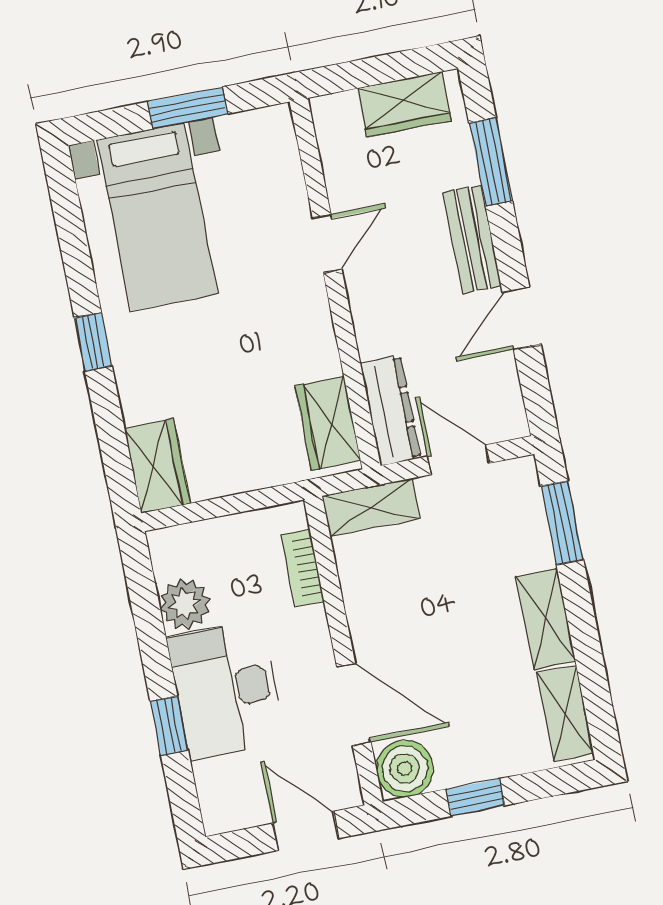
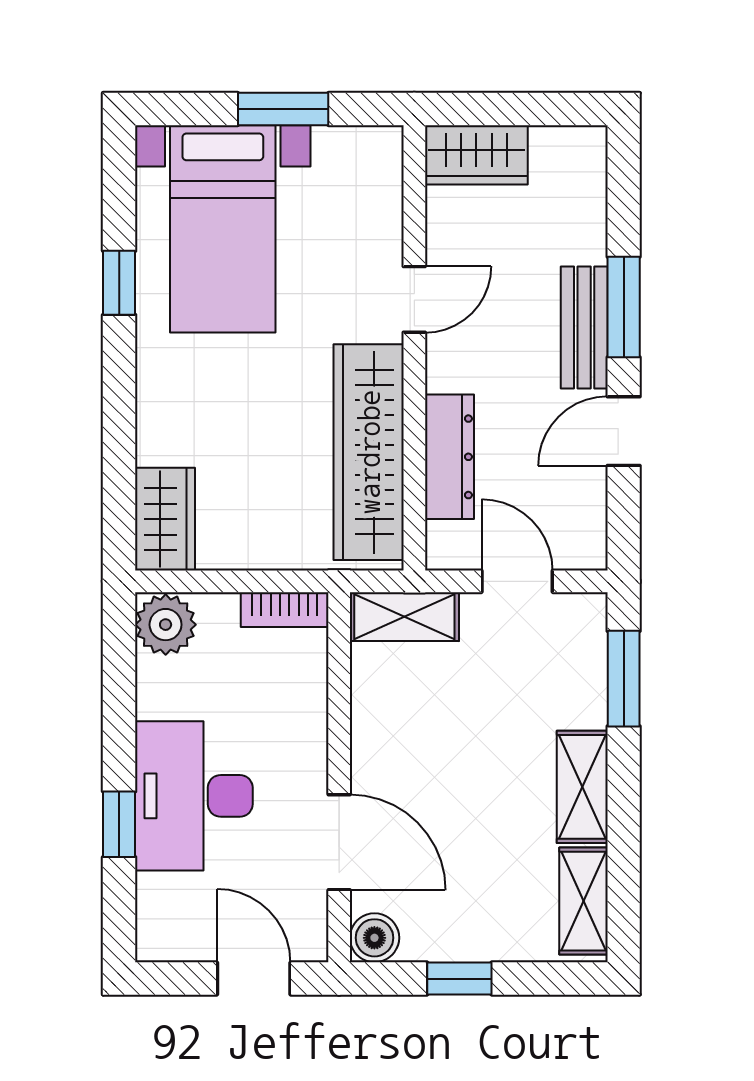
wardrobe: (404, 104) -> (476, 155), moved
window: (491, 162) -> (624, 307), moved
window: (93, 342) -> (119, 283), moved
dresser: (390, 410) -> (449, 457), moved
wardrobe: (328, 423) -> (369, 452), width x2.10, depth x1.17
bookcase: (303, 568) -> (285, 610), moved, turned -90
plant: (185, 604) -> (166, 625), moved
boiler: (405, 769) -> (374, 938), width x0.73, depth x0.73

